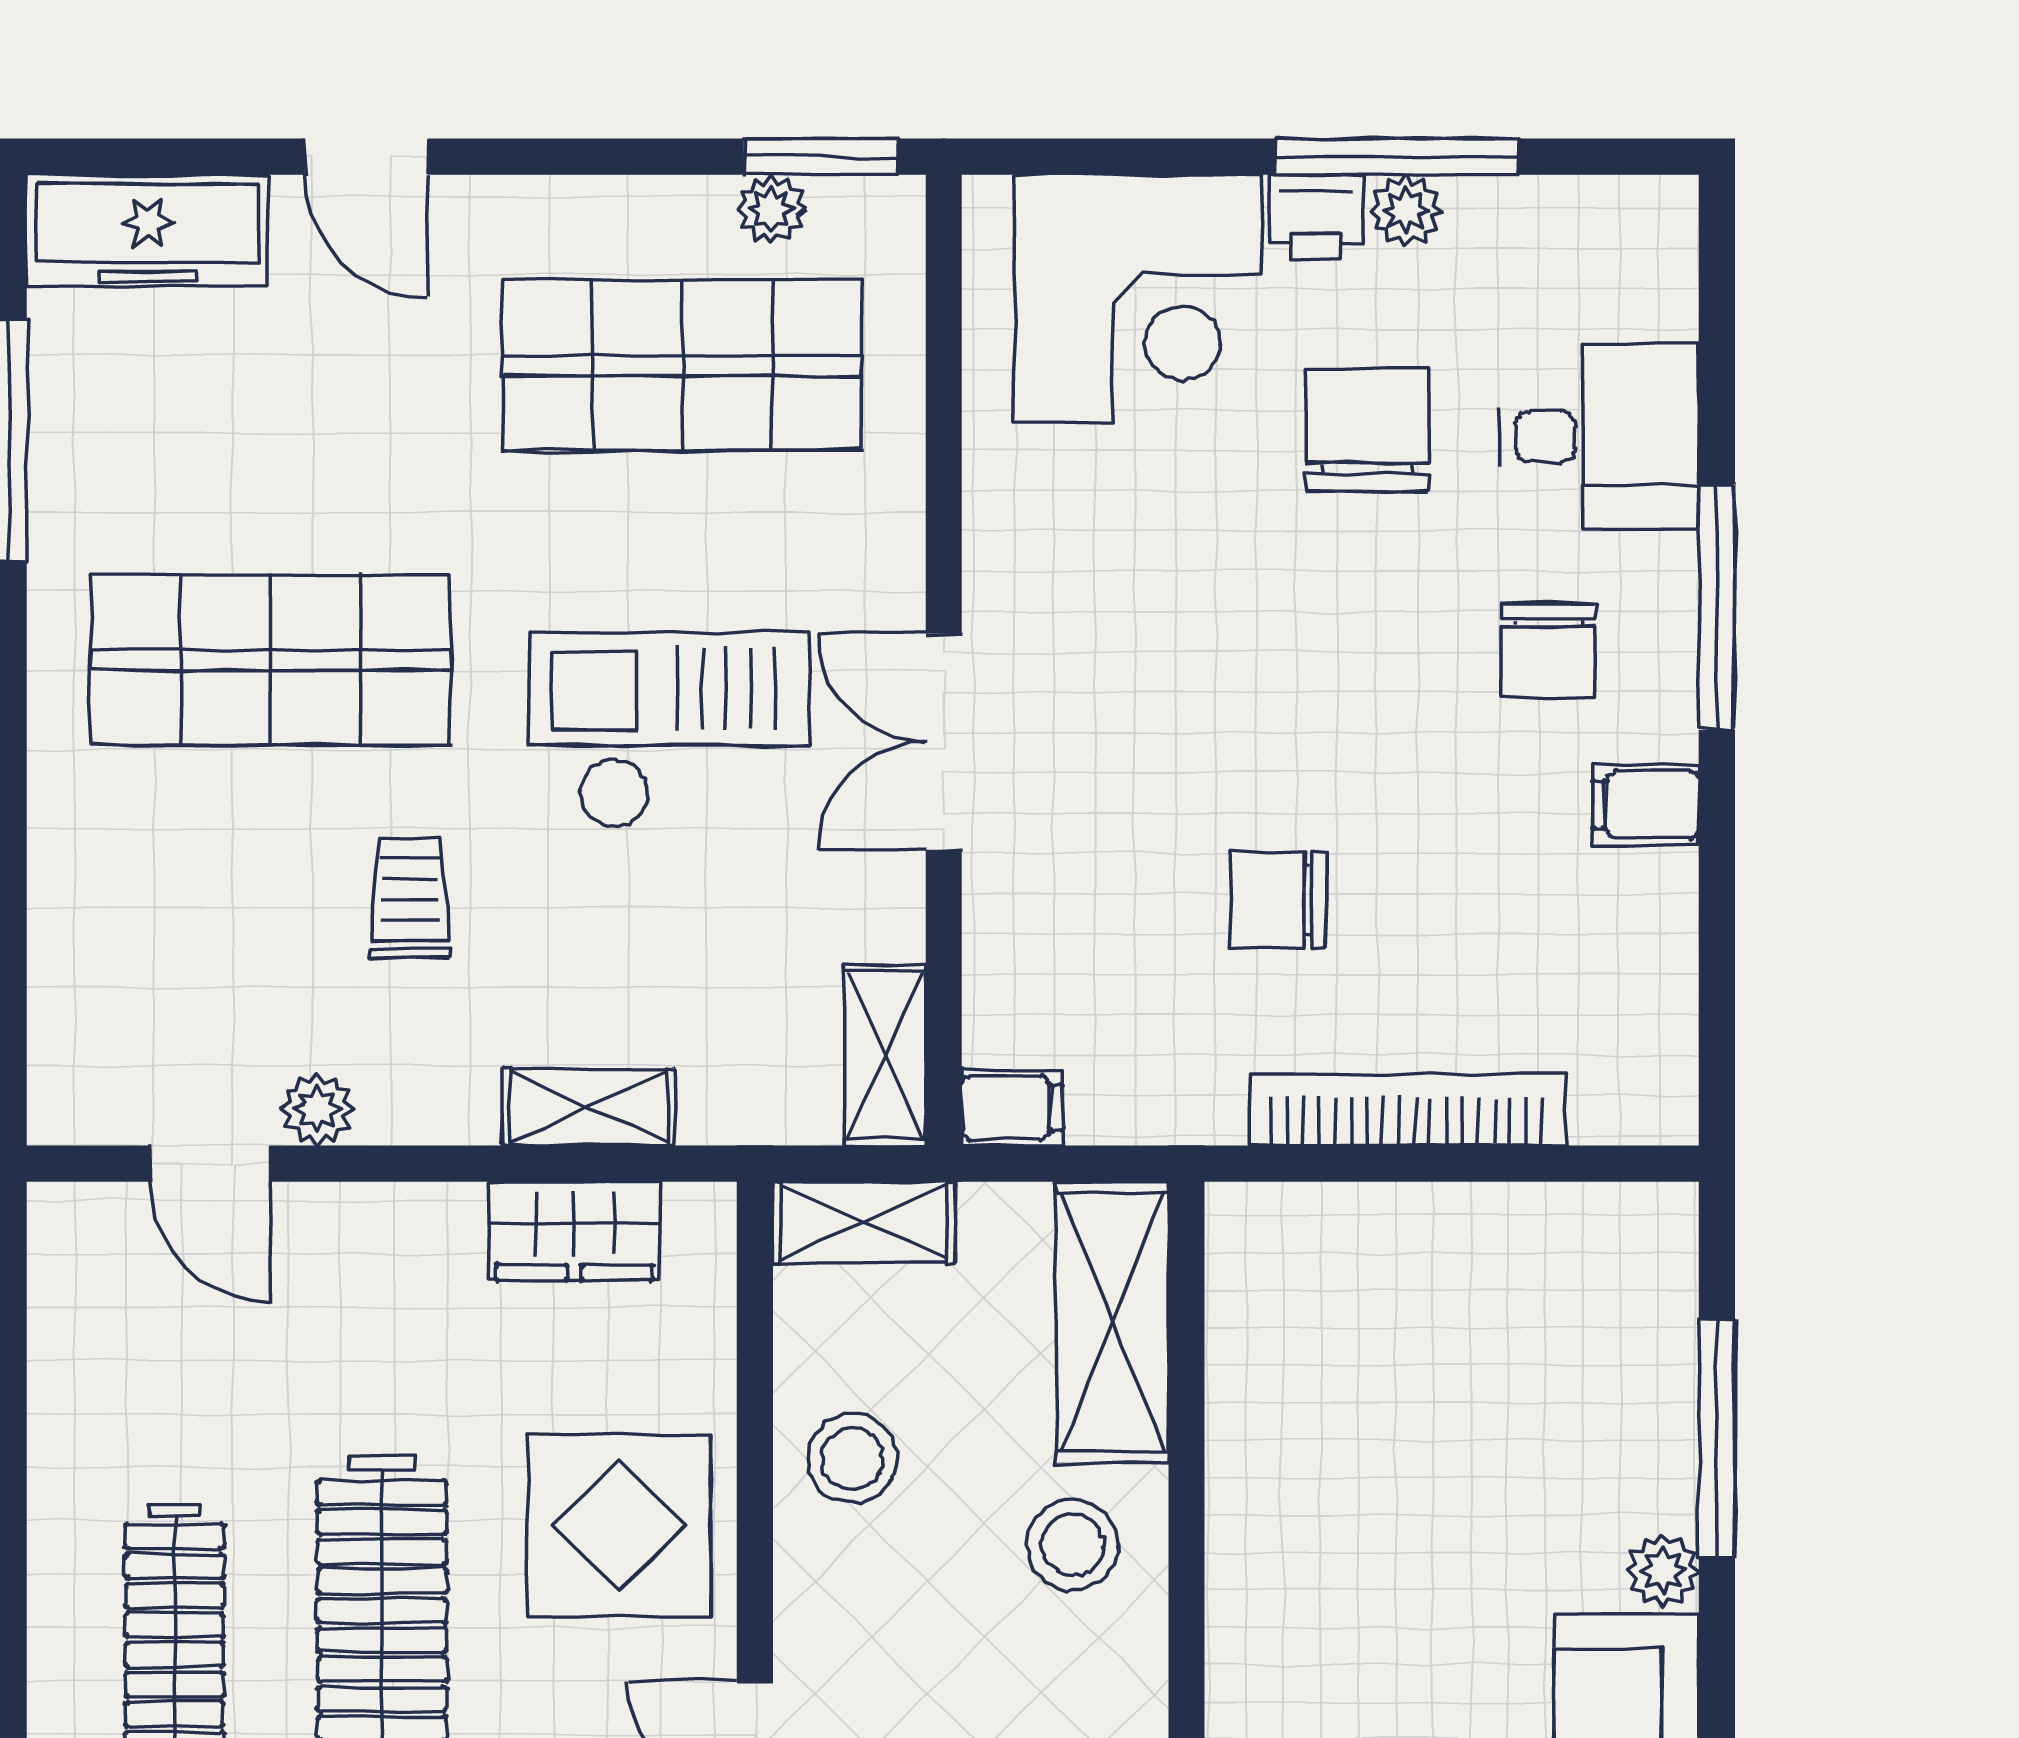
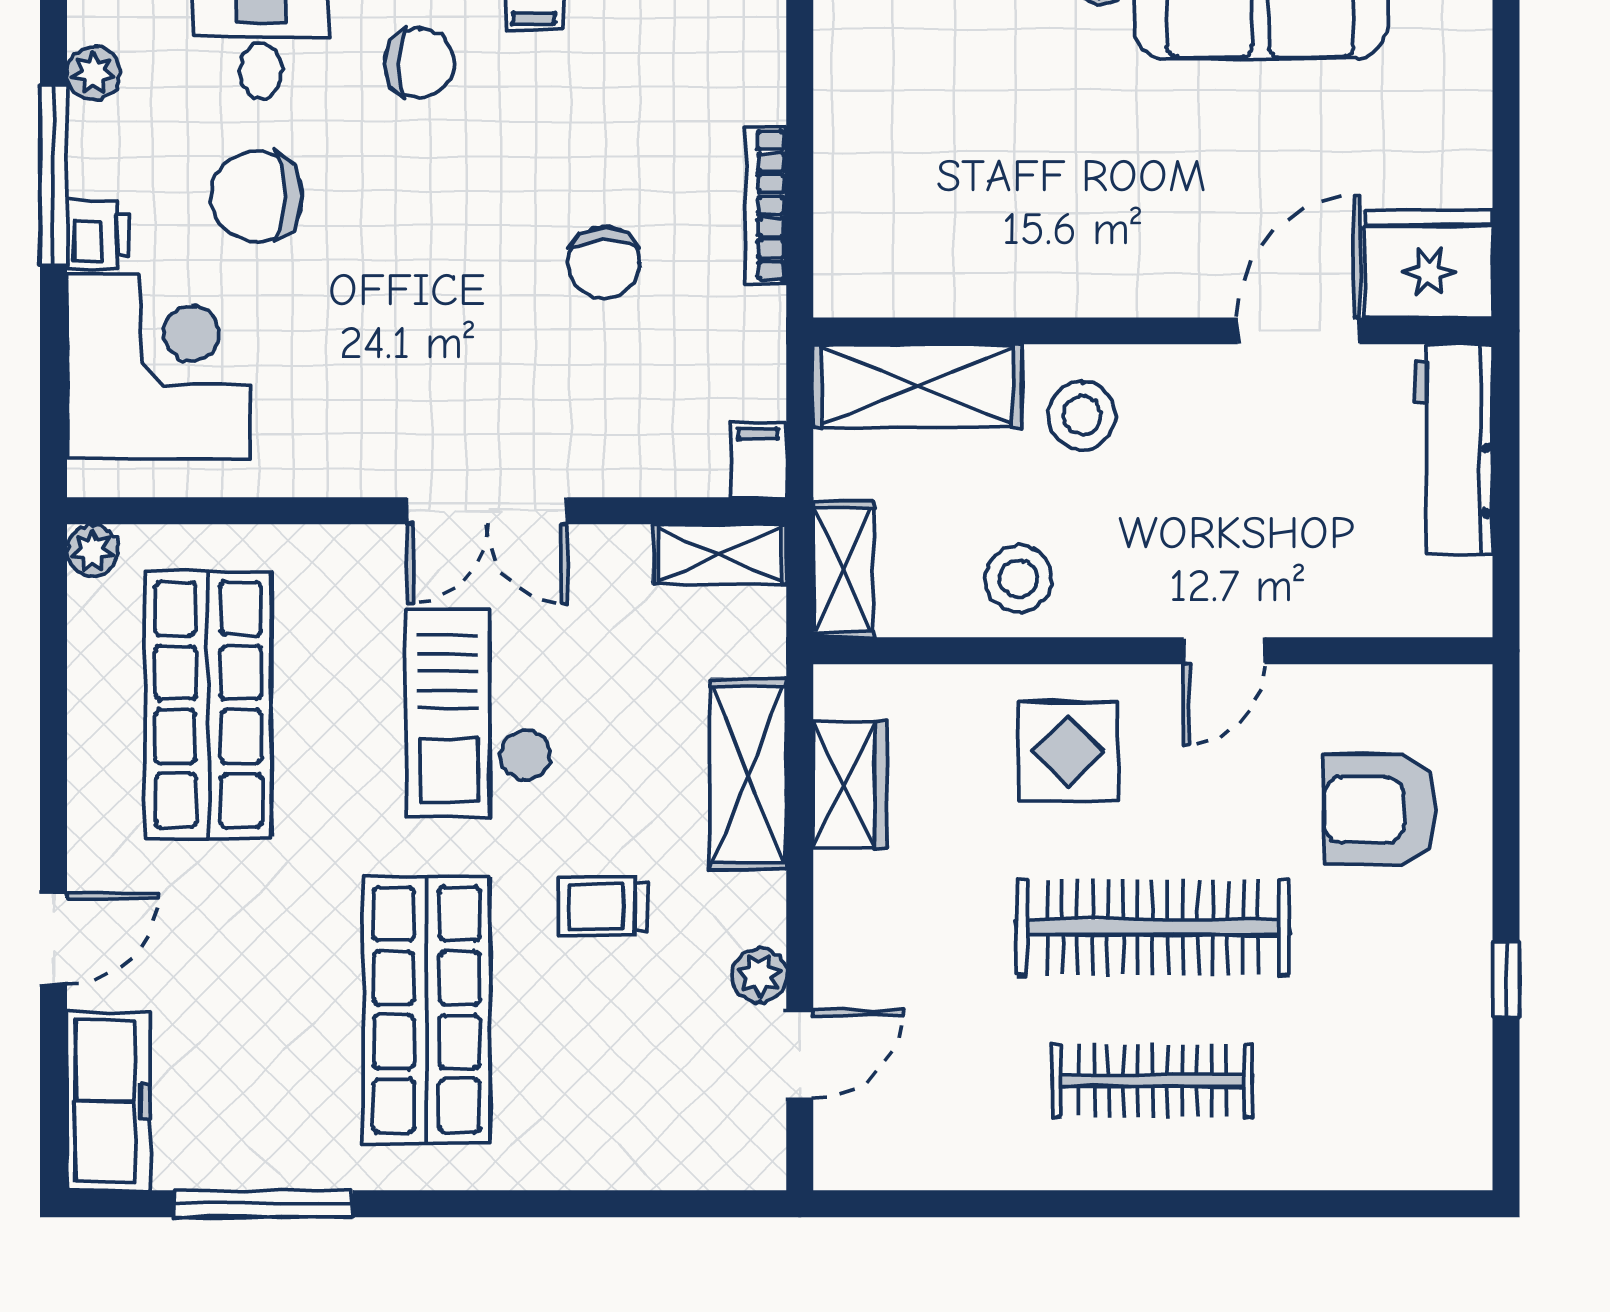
window: (821, 157) -> (53, 601), removed
plant: (771, 209) -> (93, 551), moved
plant: (1406, 211) -> (93, 73), moved
shelving: (588, 1107) -> (748, 774), width x1.50, depth x1.33
bookcase: (1407, 1110) -> (766, 205), width x0.68, depth x0.76
display table: (619, 1526) -> (1068, 751), width x0.73, depth x0.73

